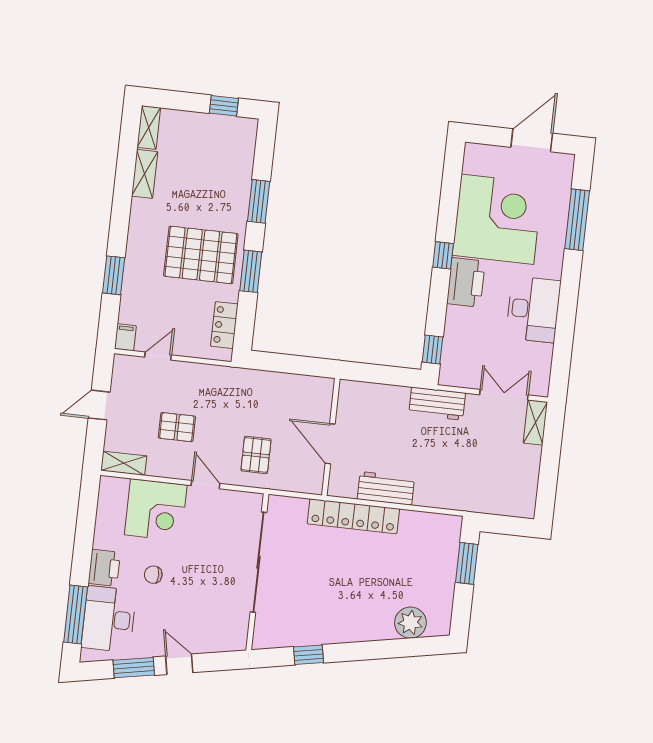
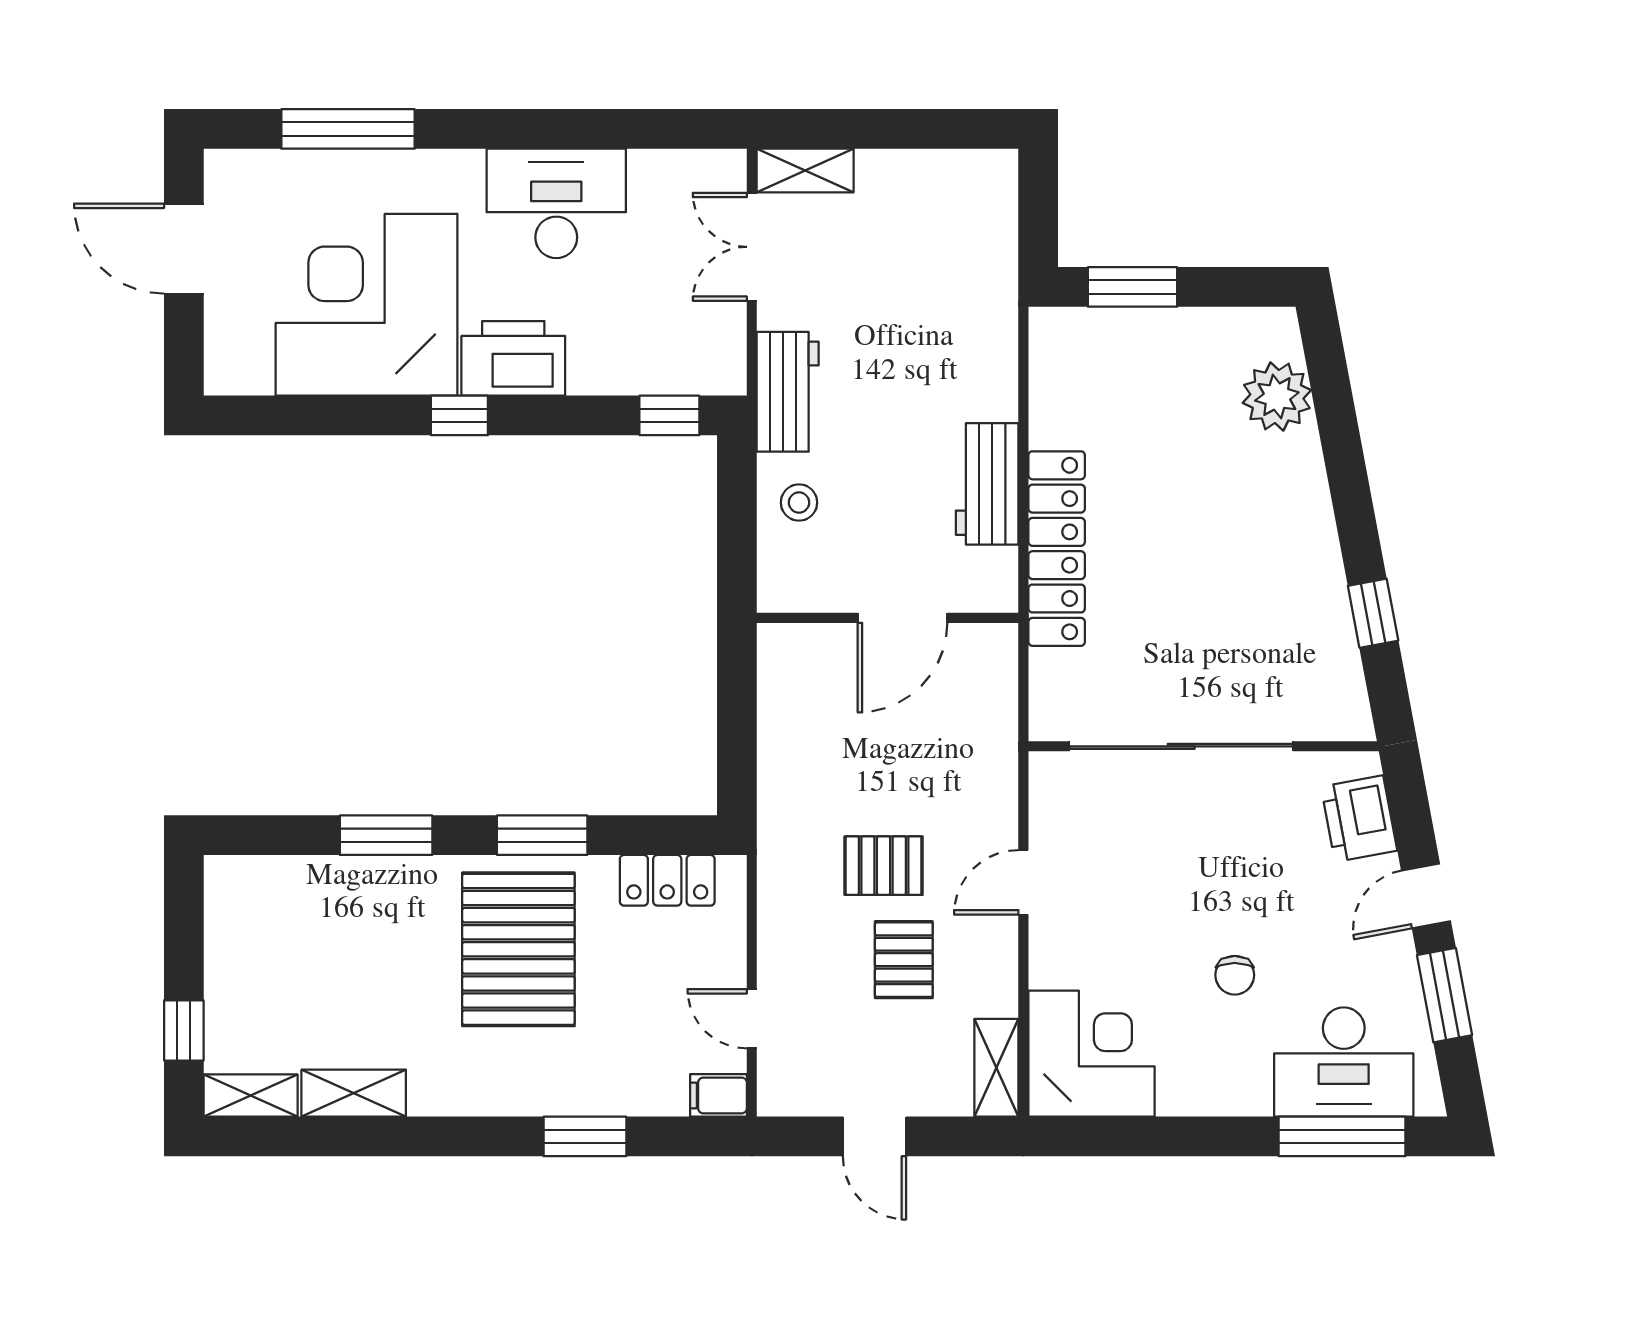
window: (224, 106) -> (184, 1030), moved
stool: (387, 403) -> (799, 503), added
pallet: (256, 455) -> (884, 866), moved
corner desk: (156, 510) -> (1091, 1054), moved
printer: (104, 568) -> (1359, 819), moved, turned -101

